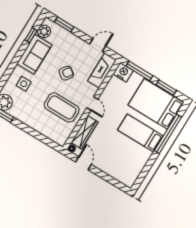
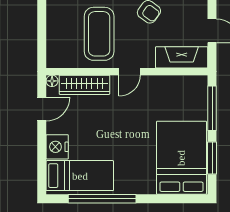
nightstand: (123, 72) -> (57, 147), moved, turned 180
bed: (140, 133) -> (80, 176), moved, turned 90
window: (168, 134) -> (102, 199), moved

